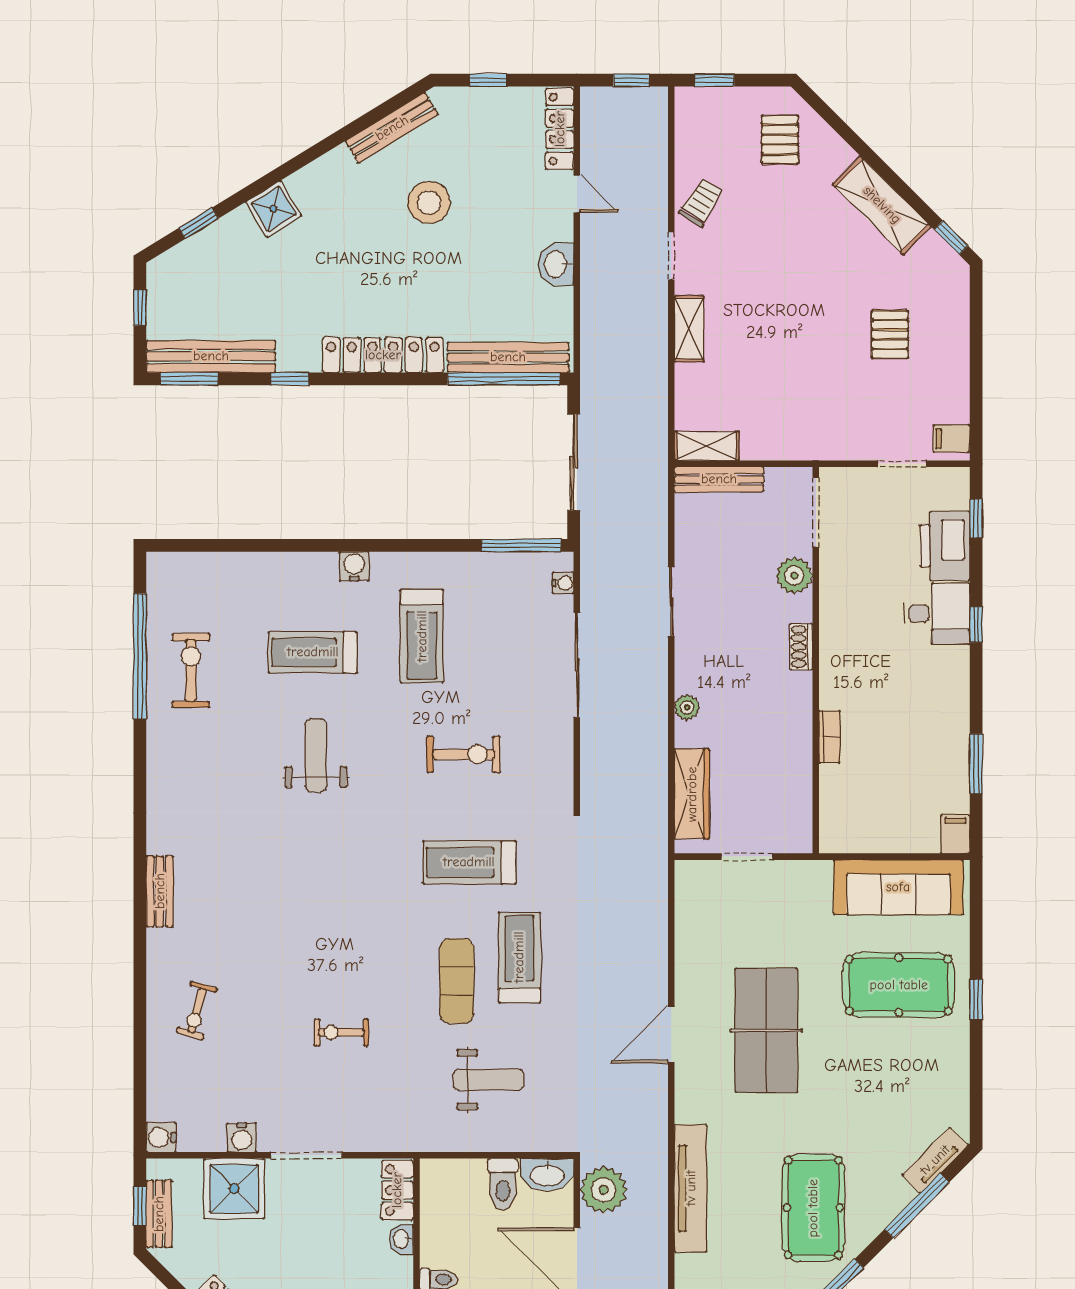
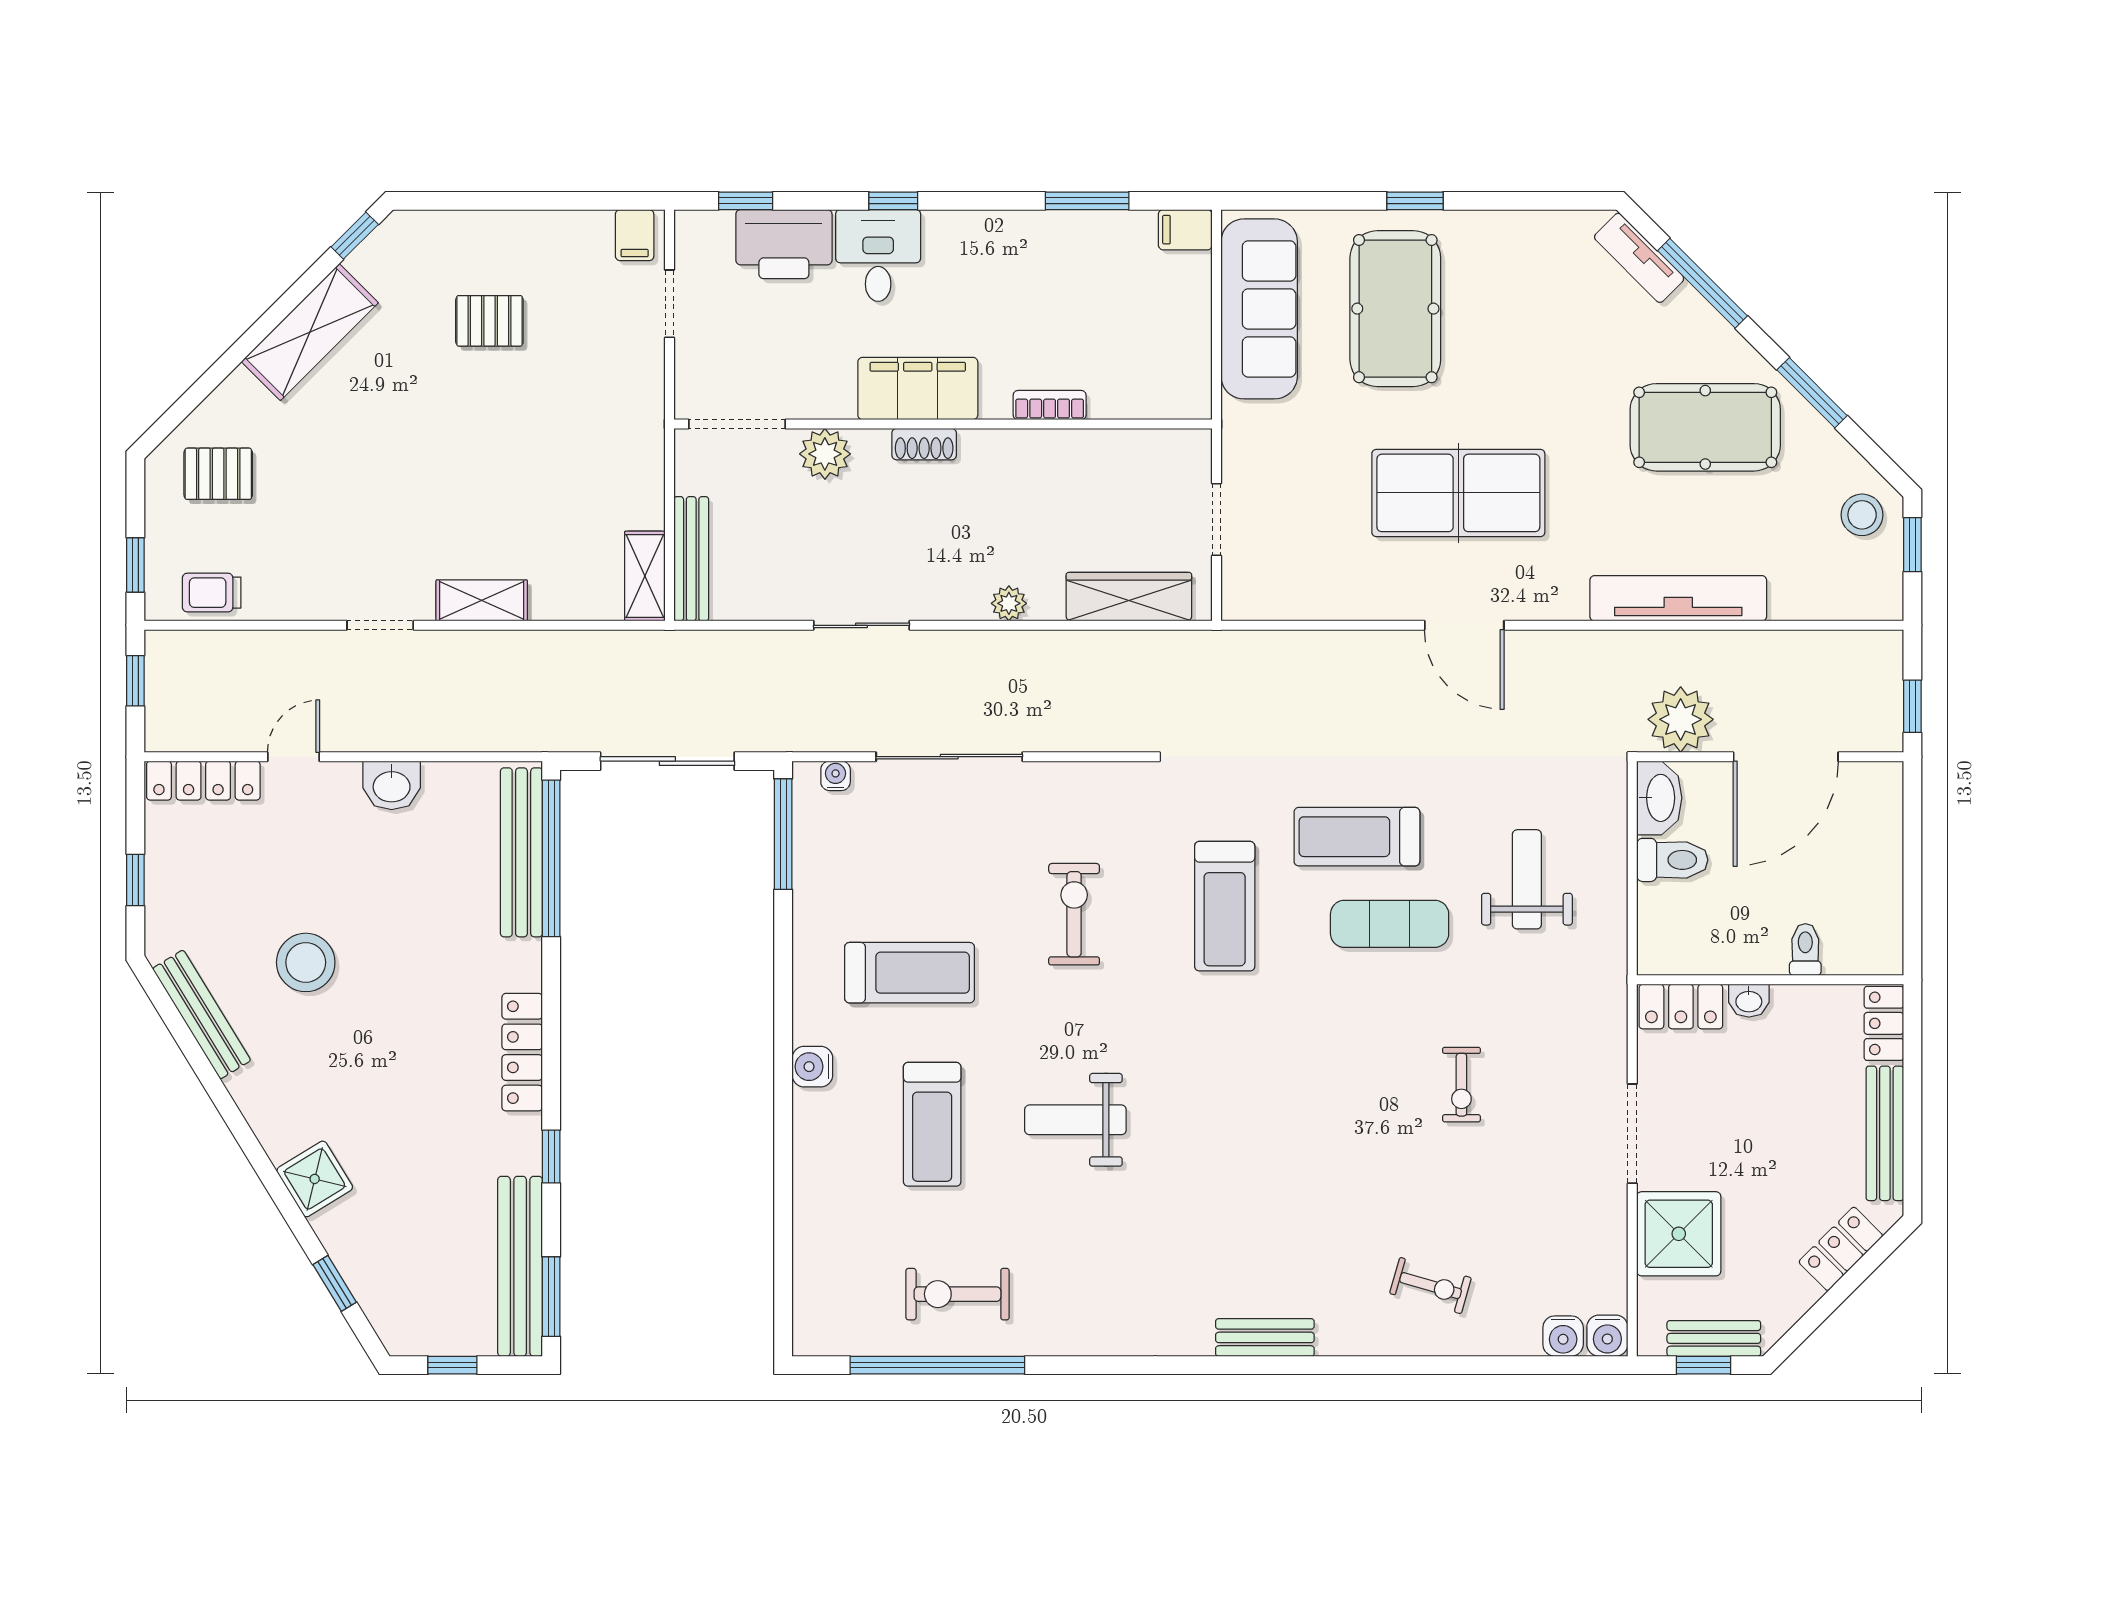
trolley: (701, 202) -> (212, 593), moved, turned -32
locker: (383, 355) -> (522, 1052), width x0.71, depth x0.83
filing cabinet: (841, 642) -> (918, 389), added
water cooler: (242, 1138) -> (1563, 1336), moved, turned 90

